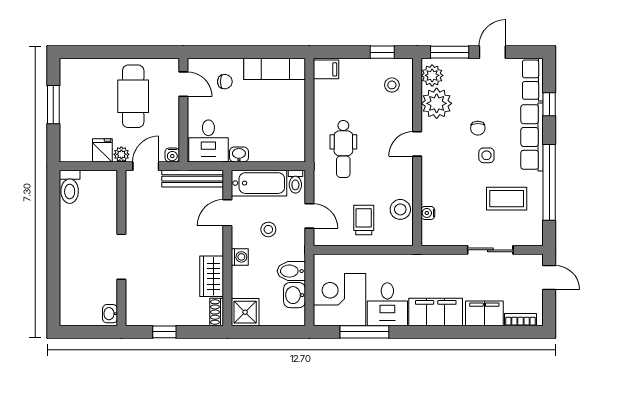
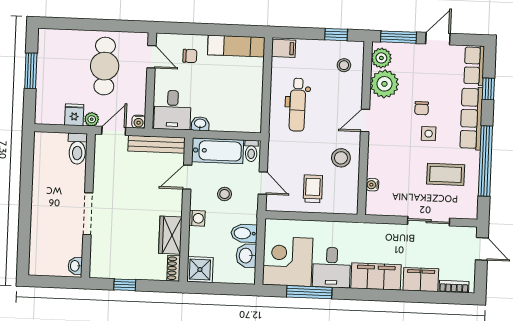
dental chair: (343, 149) -> (297, 105), moved
toilet: (70, 187) -> (77, 149), moved
stool: (400, 209) -> (341, 158), moved

